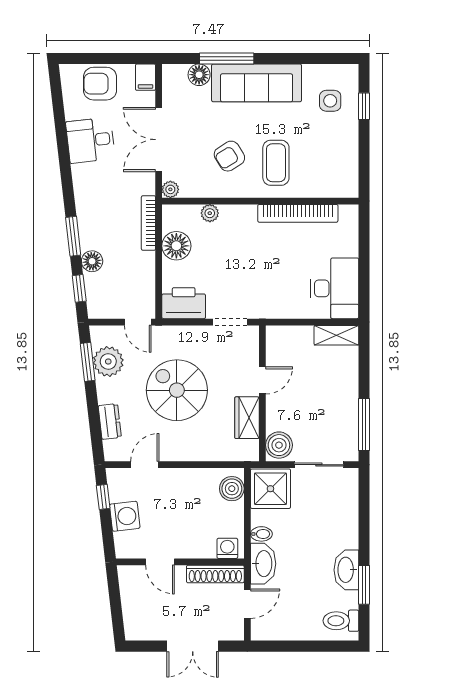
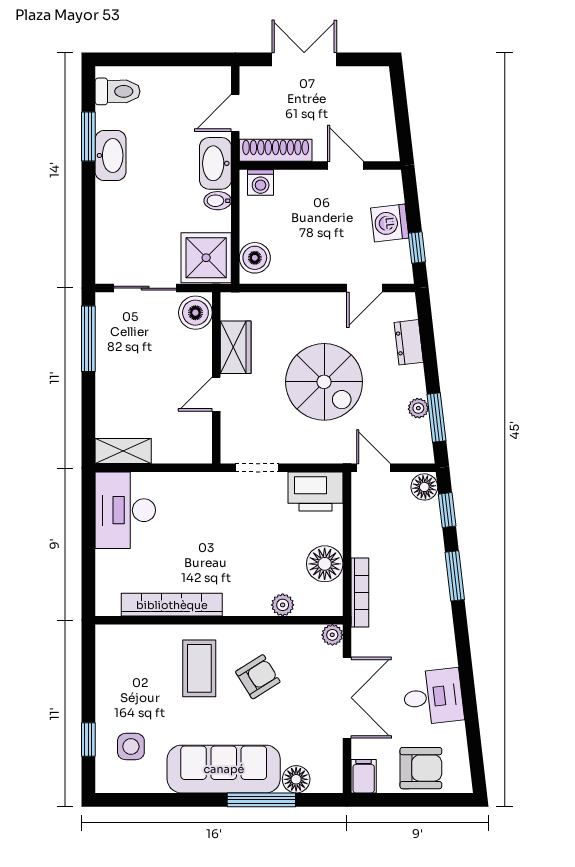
floor lamp: (92, 261) -> (424, 487), moved
plant: (108, 362) -> (418, 408), width x0.53, depth x0.53

